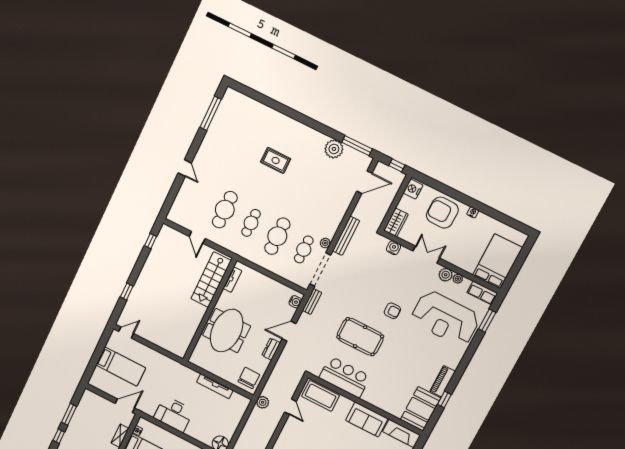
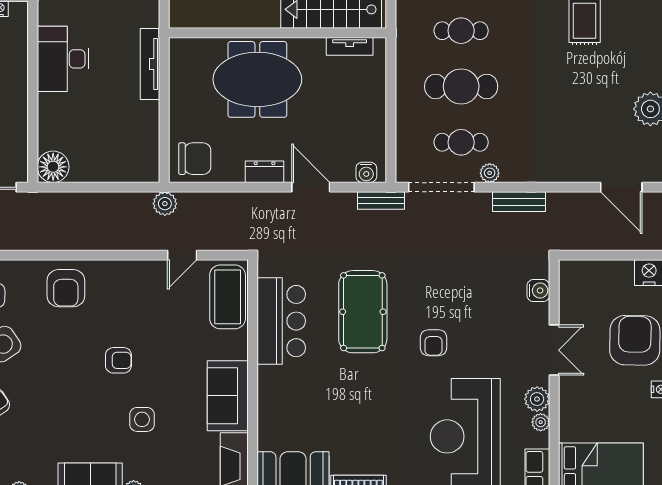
wardrobe: (396, 222) -> (582, 273), removed
bench: (346, 236) -> (519, 202), width x0.73
tv unit: (215, 386) -> (150, 64), moved

